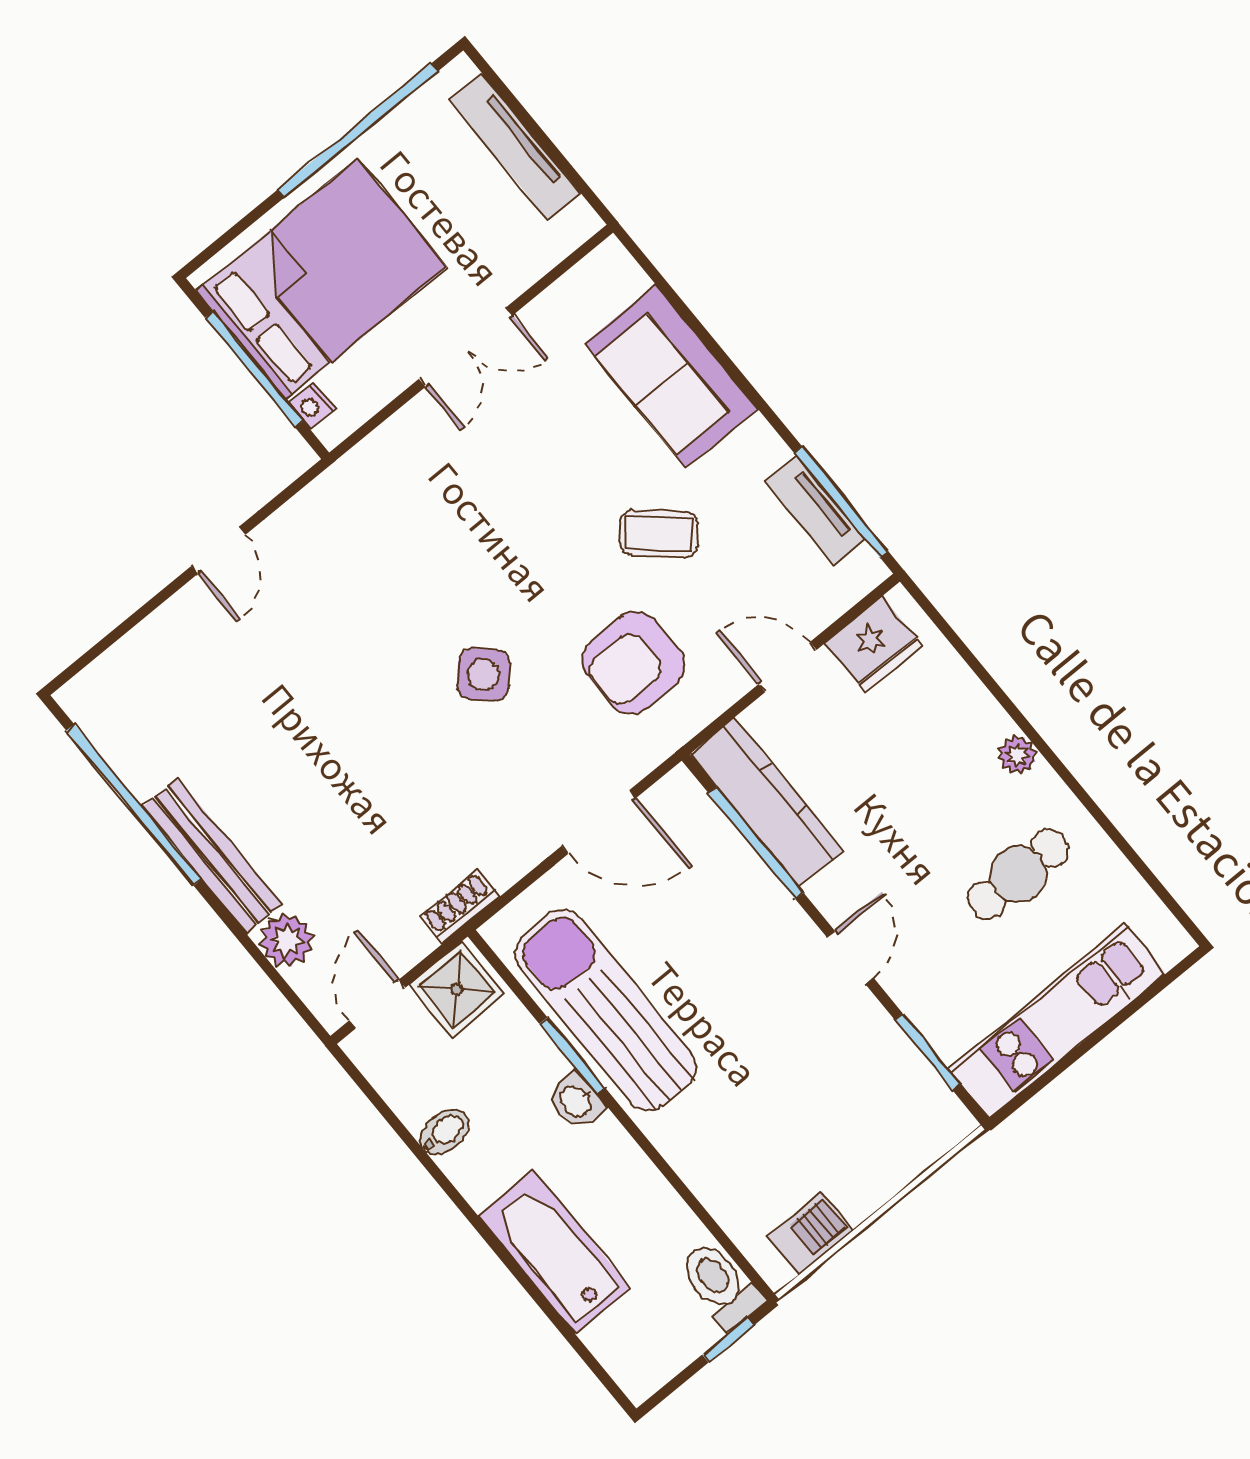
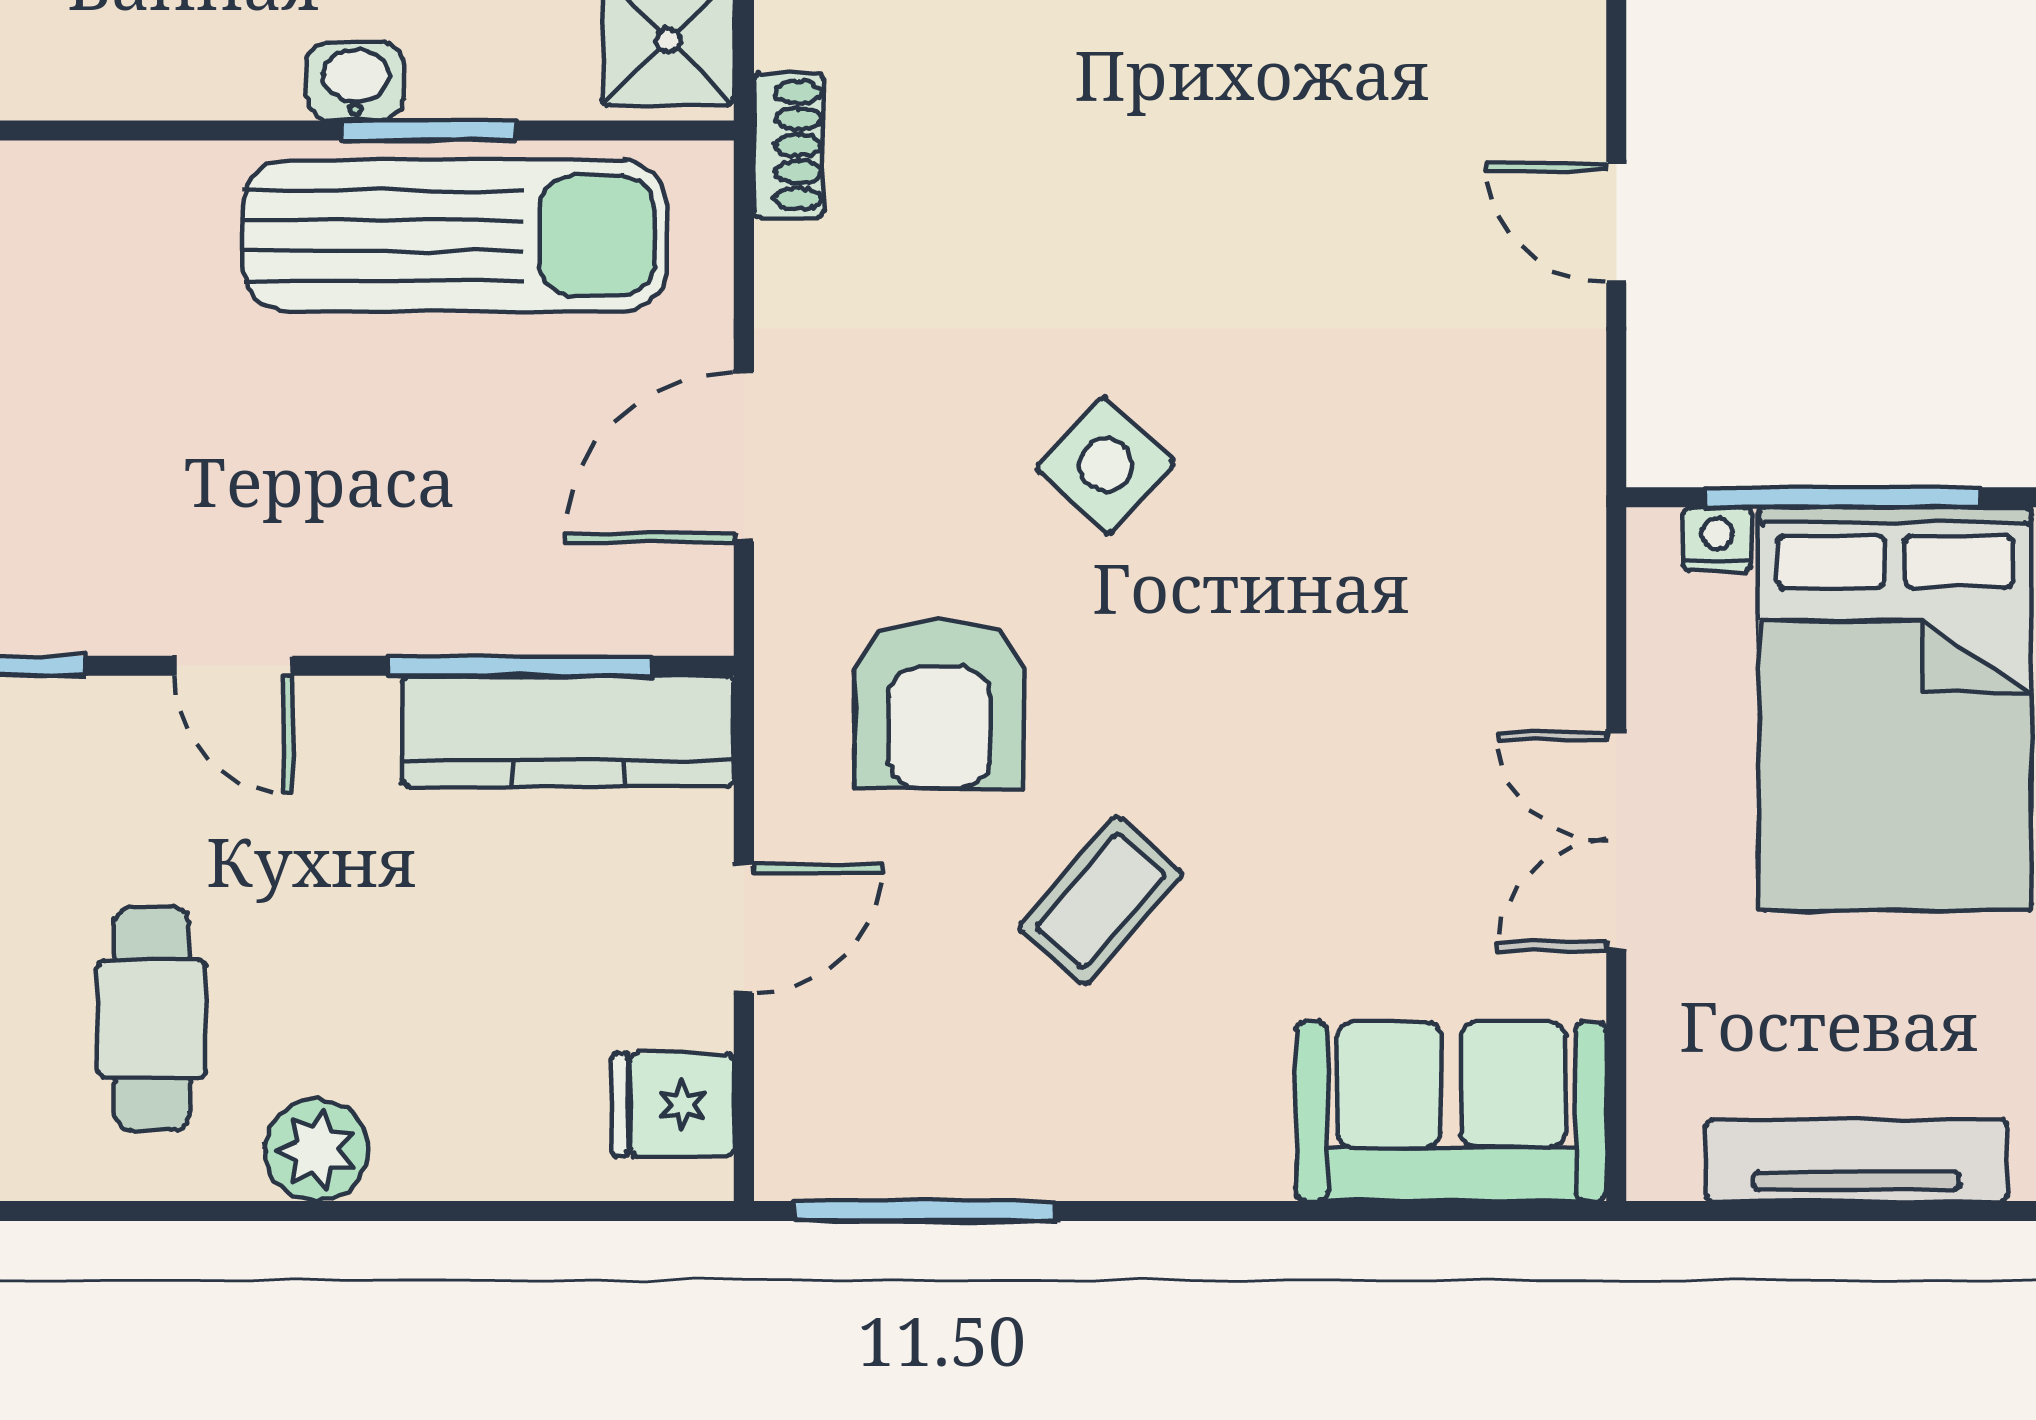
sofa: (671, 376) -> (1451, 1111), moved
tv unit: (815, 510) -> (944, 1161), removed
fridge: (873, 644) -> (673, 1105), width x0.72
armchair: (633, 663) -> (939, 704), turned 180
plant: (1017, 755) -> (317, 1150), width x1.38, depth x1.38

